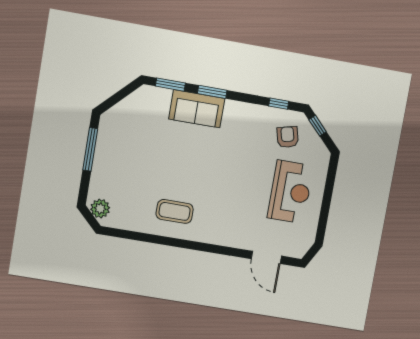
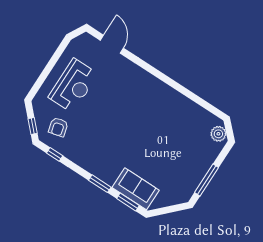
sofa: (197, 109) -> (136, 189), moved
reception desk: (290, 192) -> (73, 86), turned 180
coffee table: (175, 211) -> (165, 108), removed

